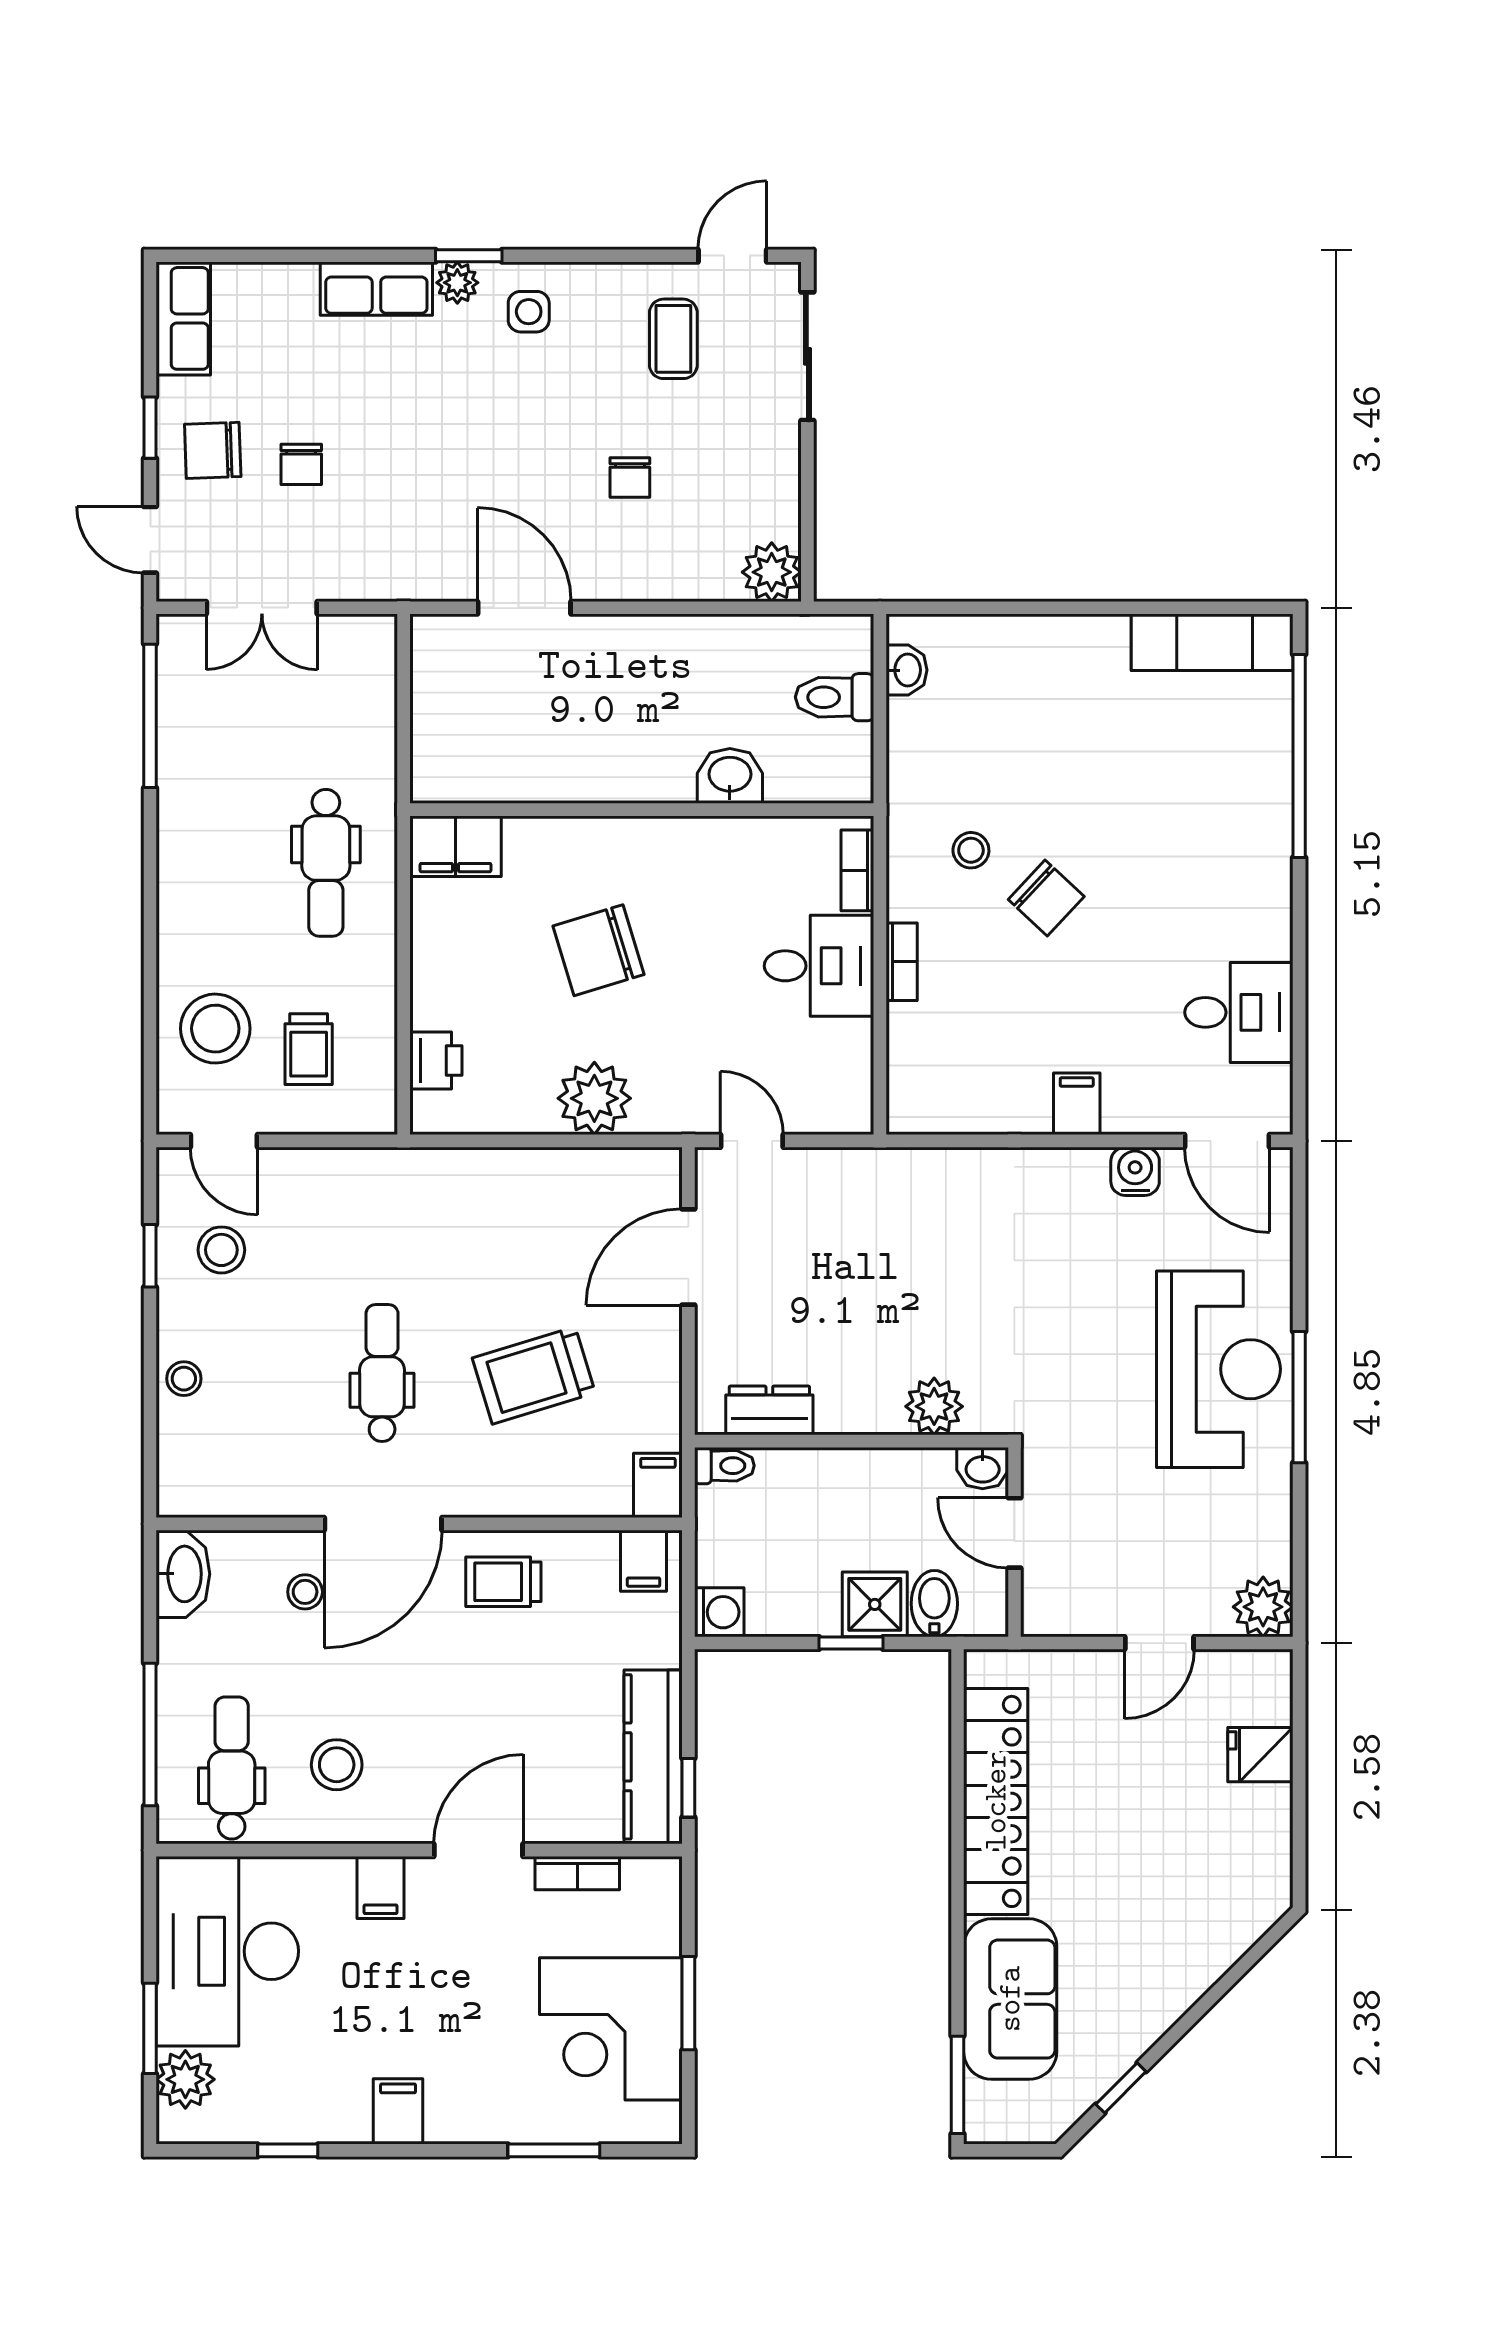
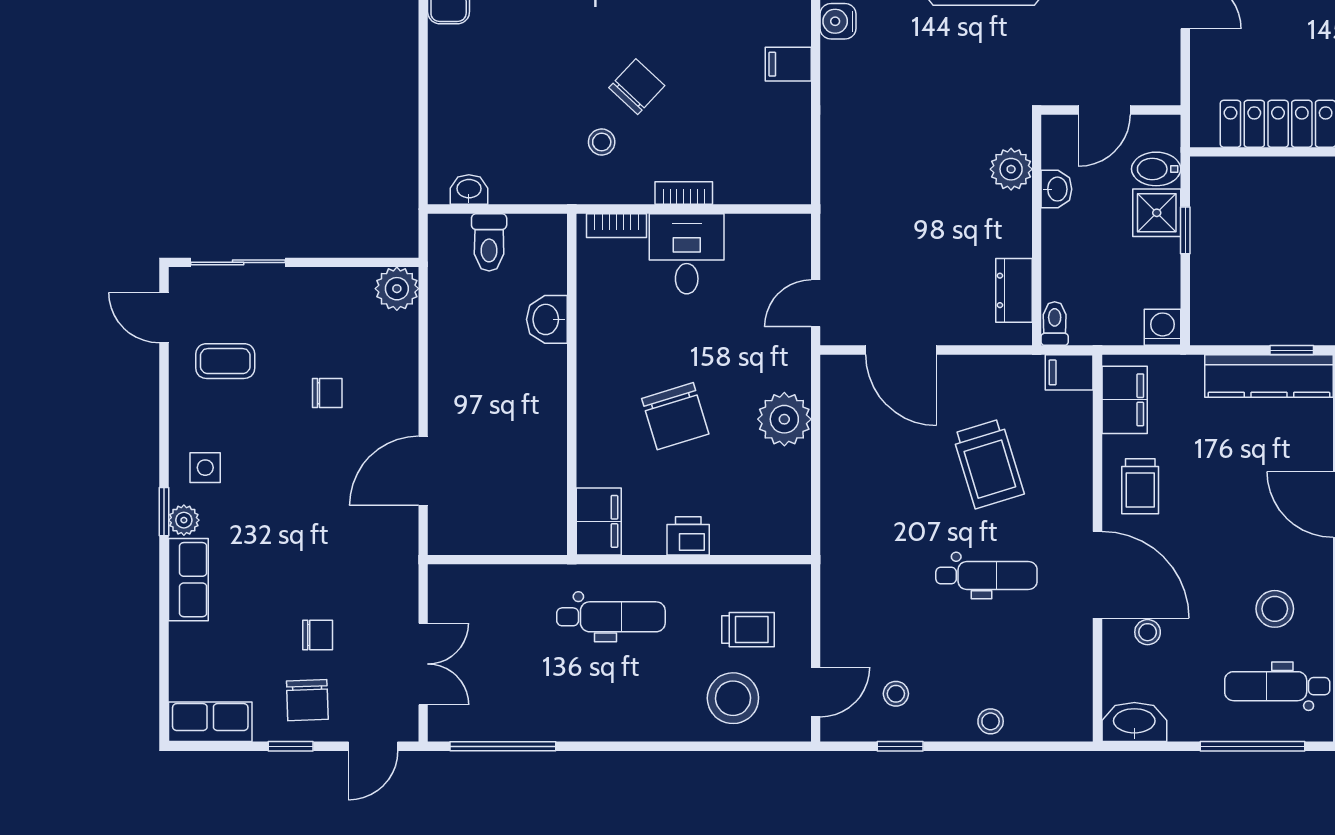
printer: (436, 1061) -> (688, 536), moved
stool: (221, 1250) -> (896, 694), width x0.73, depth x0.73
dental chair: (382, 1373) -> (986, 575), turned 180
washbasin: (983, 1468) -> (1056, 189), moved
filing cabinet: (644, 1561) -> (1125, 400), width x2.00

